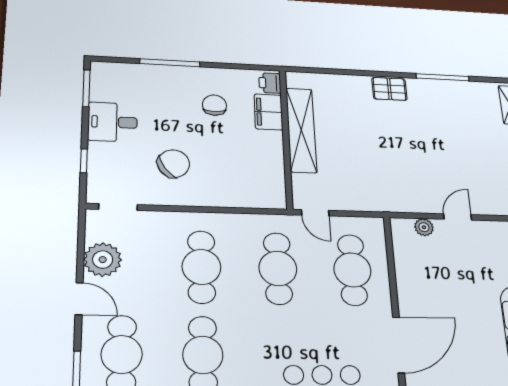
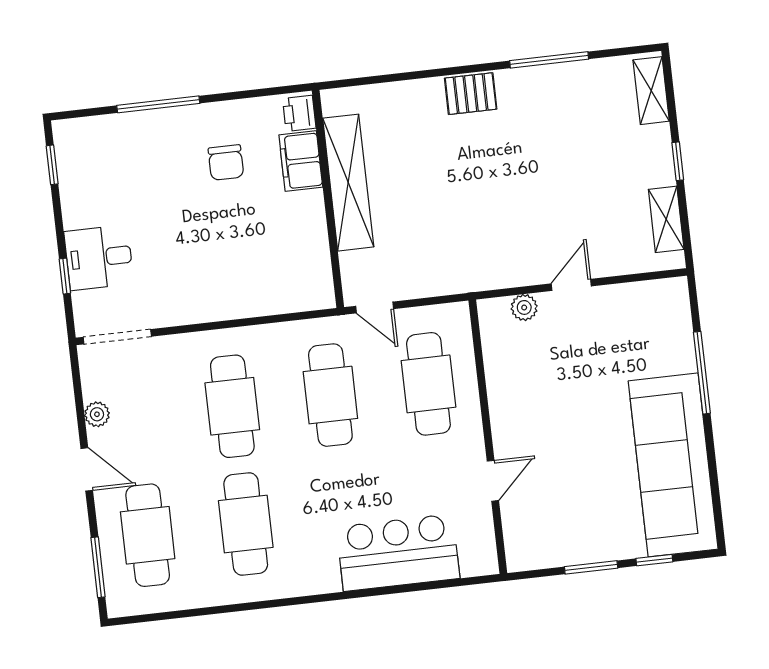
window: (86, 88) -> (52, 165), width x0.67
chair: (214, 105) -> (226, 162), turned 180
desk: (113, 122) -> (99, 258), moved
chair: (173, 164) -> (181, 262), removed
doorway: (118, 207) -> (117, 337), width x1.38
plant: (103, 260) -> (97, 414), width x0.53, depth x0.53
door: (399, 345) -> (493, 481), width x0.53

